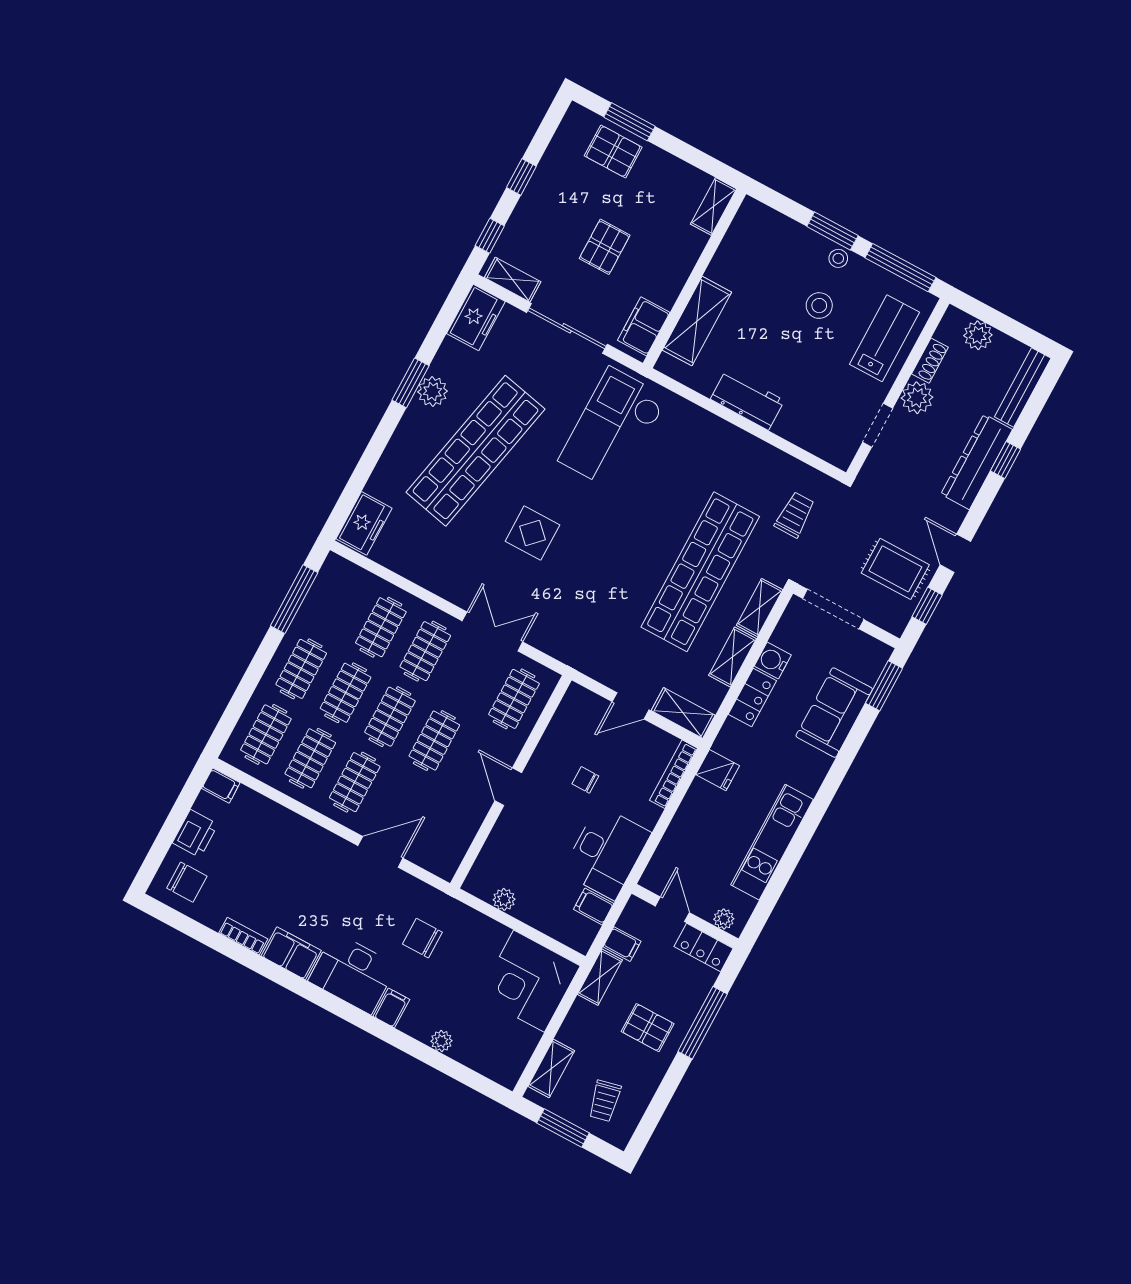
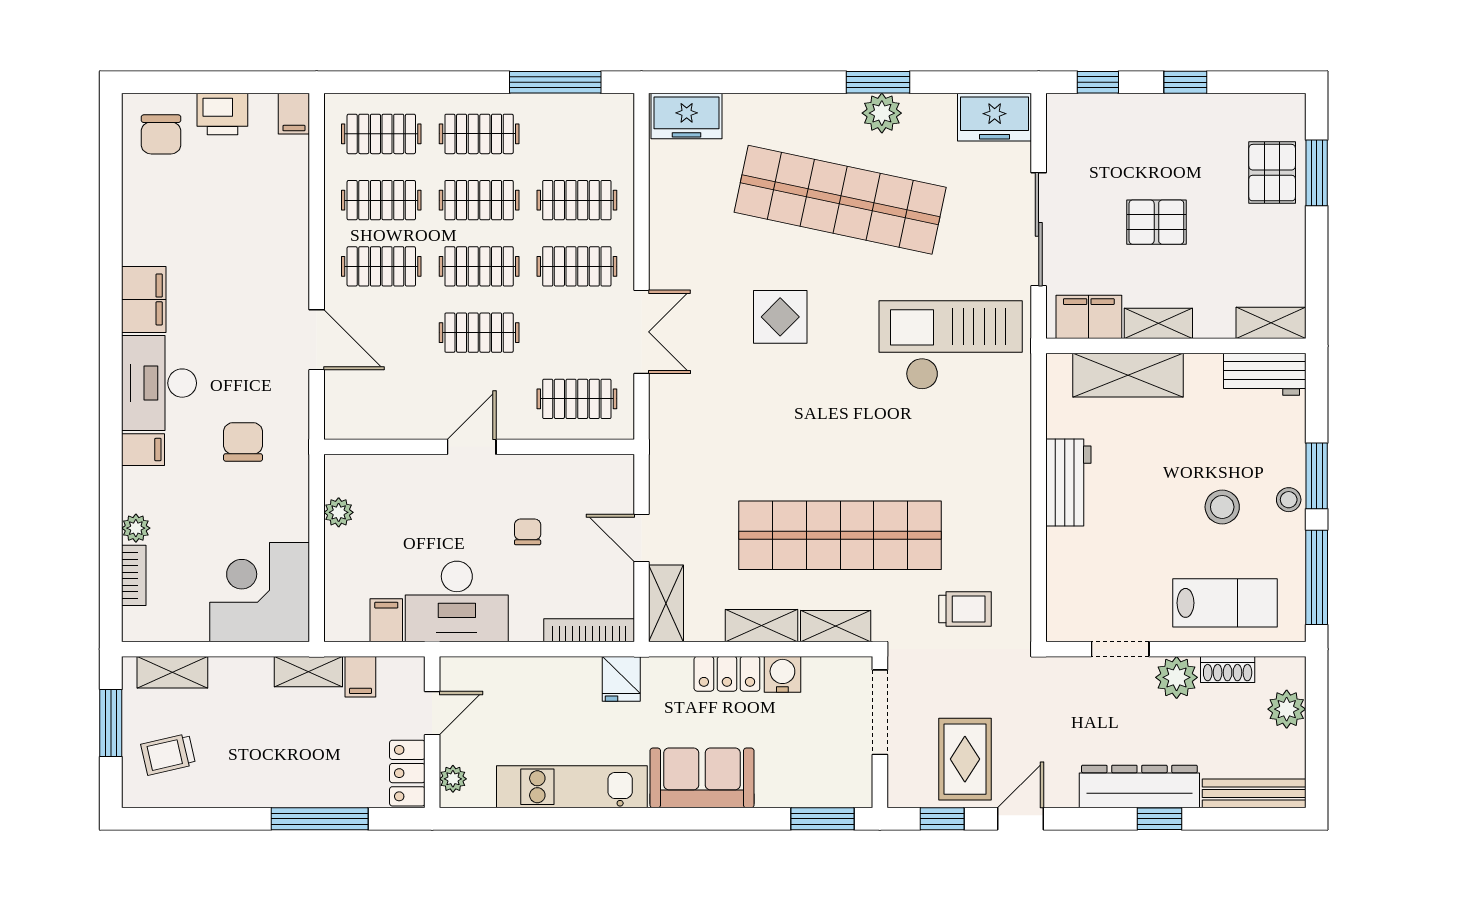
workbench: (746, 229) -> (1265, 374), added
shelving: (513, 280) -> (1158, 323), moved, turned 90
sofa: (834, 713) -> (702, 778), moved
bookcase: (243, 936) -> (134, 575), moved
pallet: (648, 1028) -> (280, 758), removed

